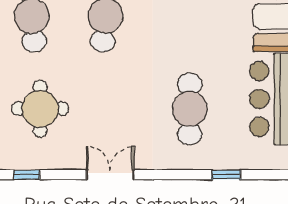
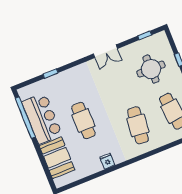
cafe table: (190, 109) -> (83, 121), moved

